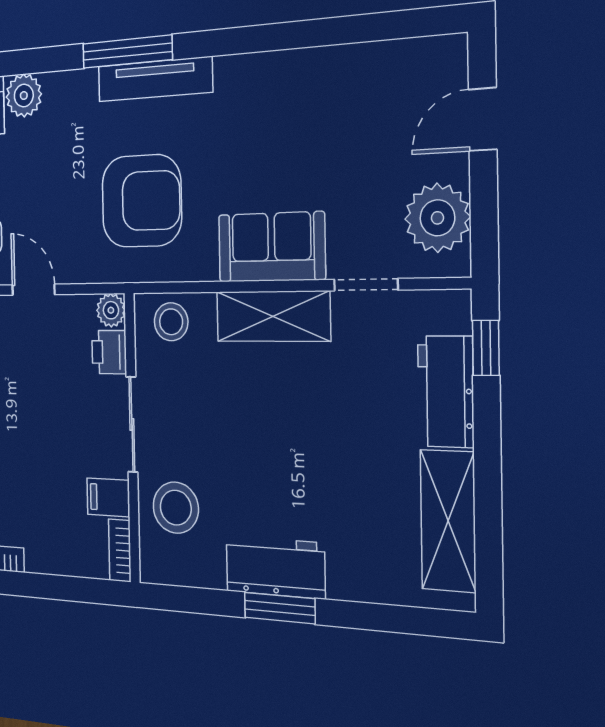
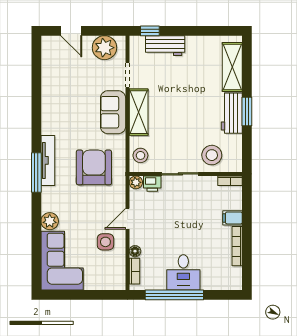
filing cabinet: (108, 497) -> (232, 218), moved, turned 90
shelving: (448, 521) -> (232, 67), moved, turned 90

